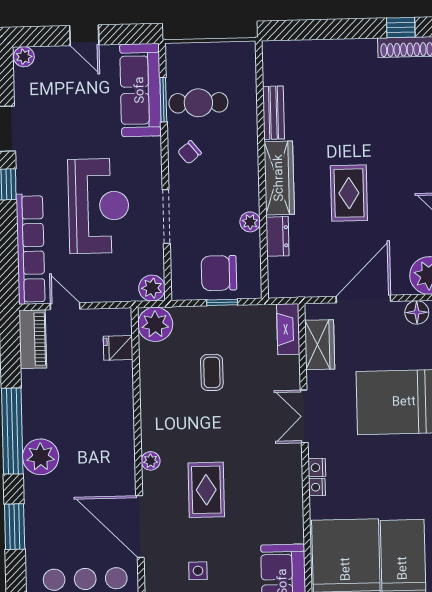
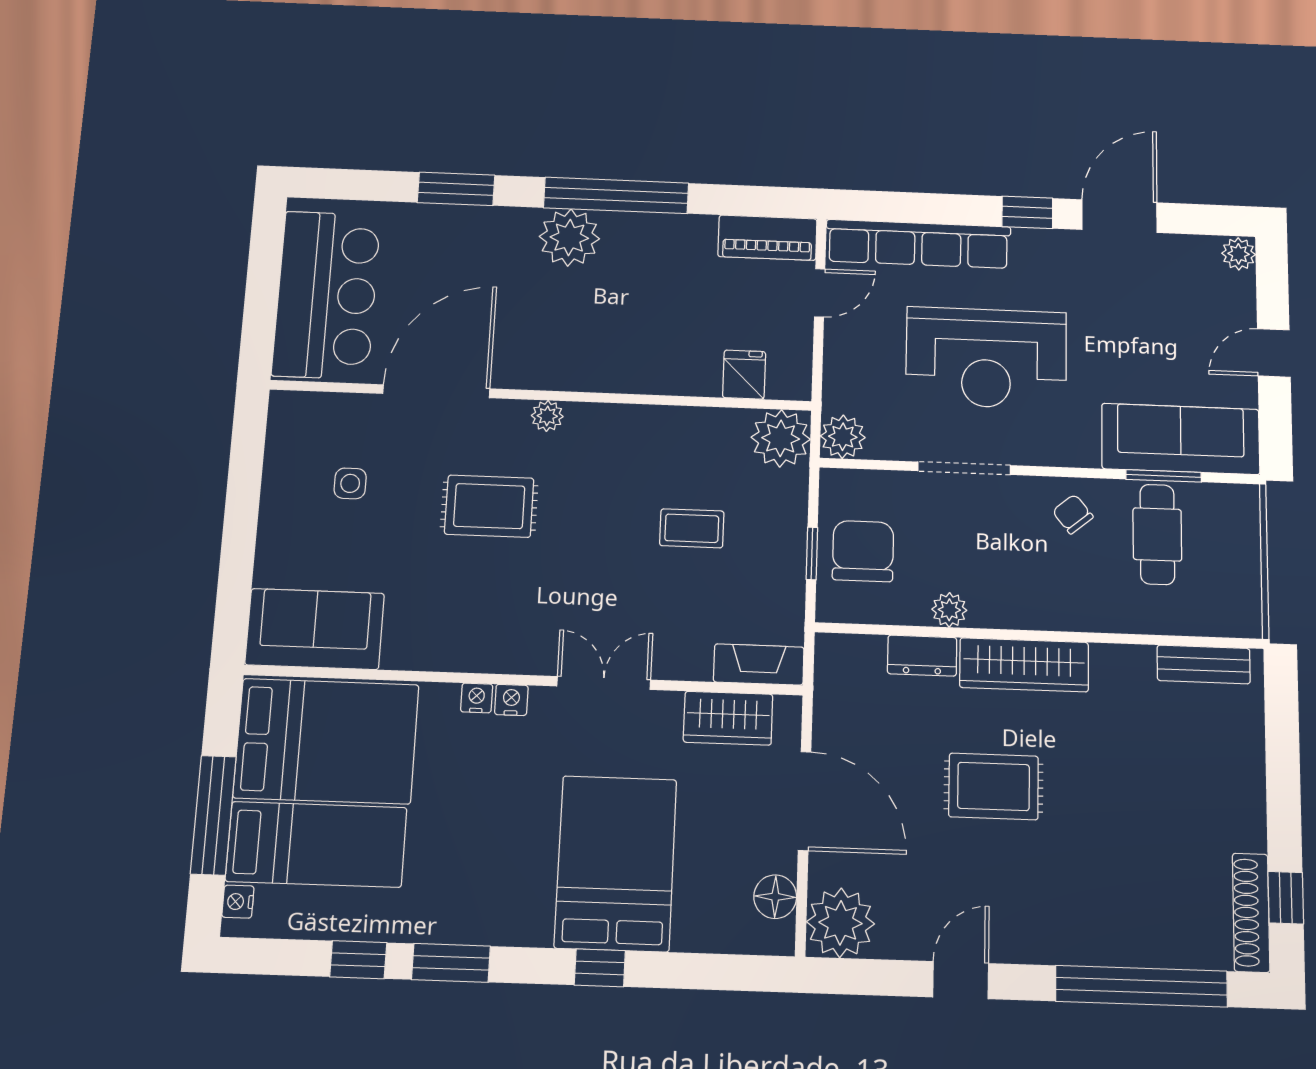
bench: (274, 113) -> (1204, 664), moved

